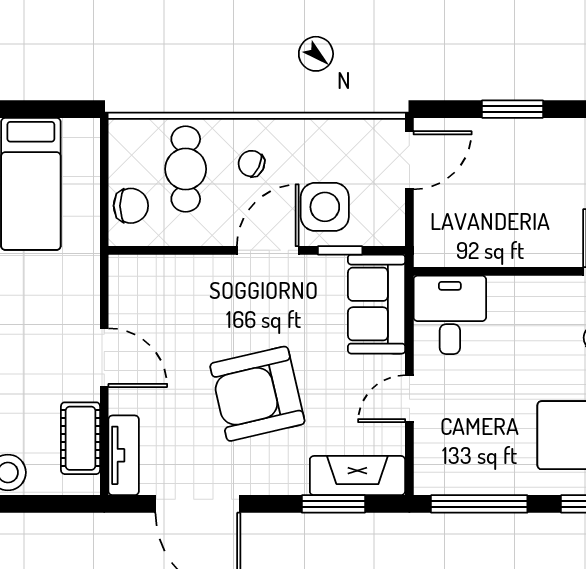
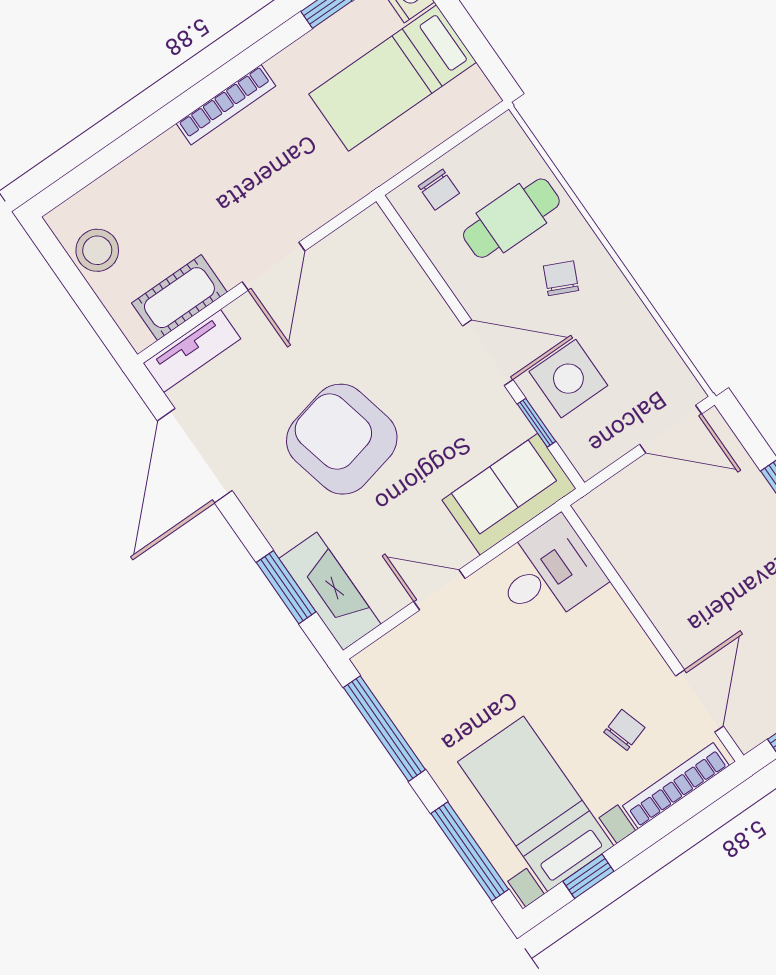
chair: (131, 206) -> (439, 190), width x0.73, depth x0.73

